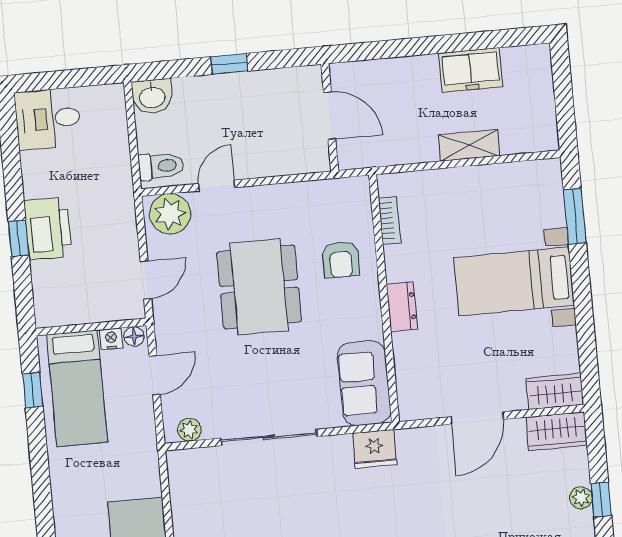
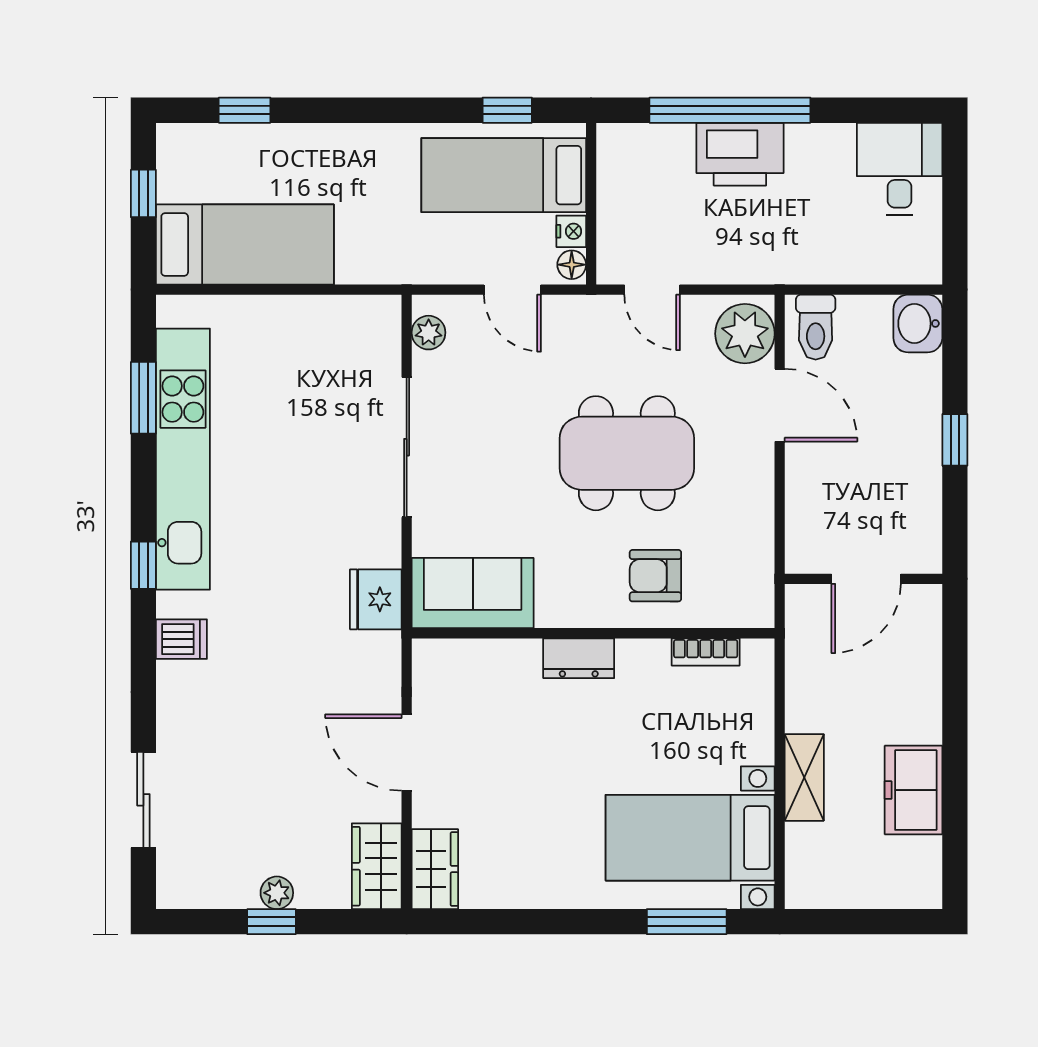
door: (217, 186) -> (780, 405), width x1.38
window: (19, 238) -> (730, 110), width x3.17
bed with nightstands: (514, 281) -> (690, 838), moved, turned -90

